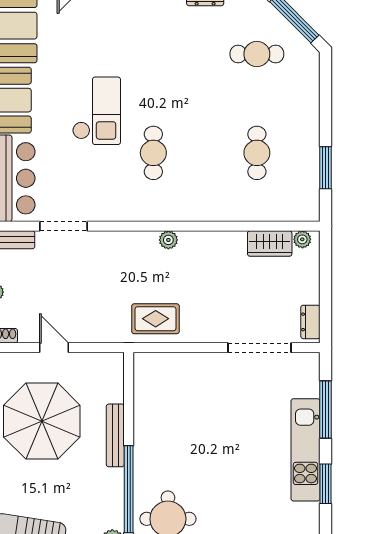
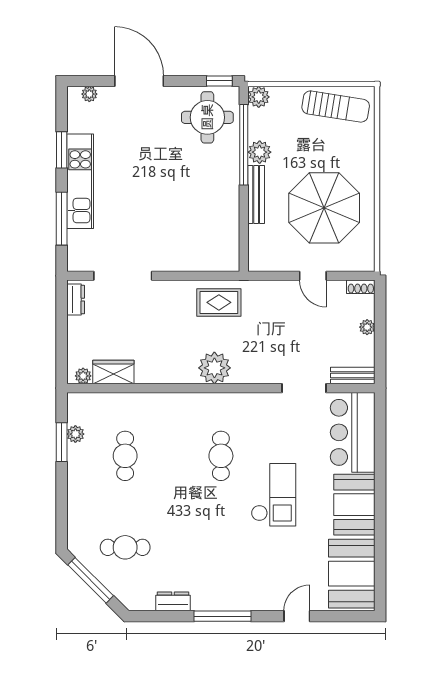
checkout: (96, 111) -> (273, 495), turned 180
plant: (311, 177) -> (75, 434), added
plant: (168, 240) -> (214, 368), width x1.88, depth x1.88
plant: (112, 481) -> (260, 152), added

